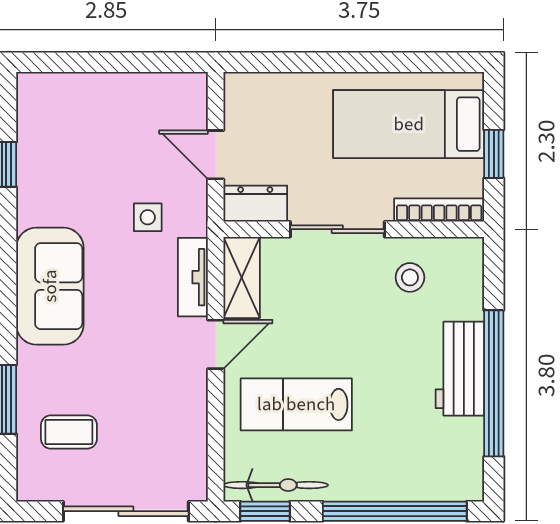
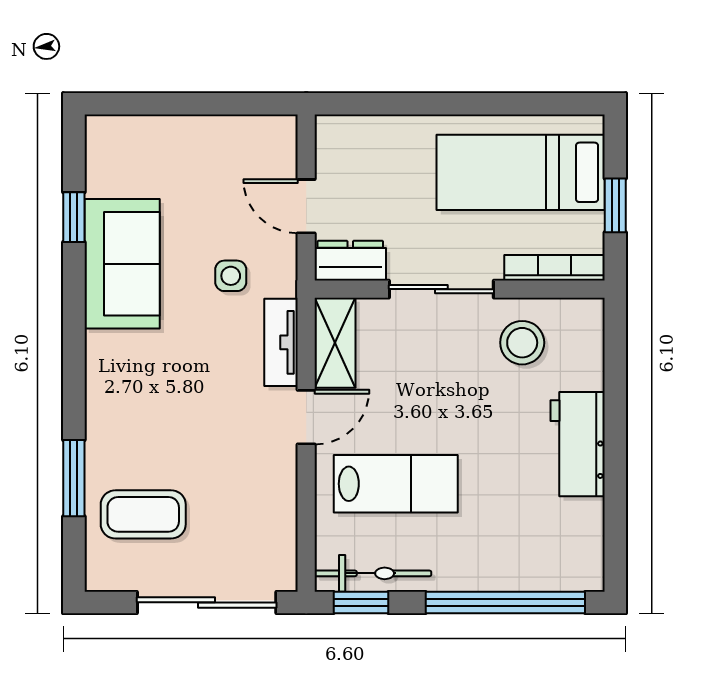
stool: (410, 277) -> (522, 343), width x1.37, depth x1.37
sofa: (50, 286) -> (122, 264), moved
window: (494, 383) -> (615, 460), removed
lab bench: (296, 404) -> (396, 484), turned 180
coffee table: (69, 432) -> (143, 514), width x1.36, depth x1.30

